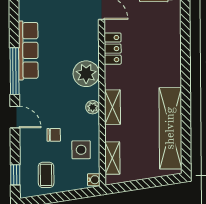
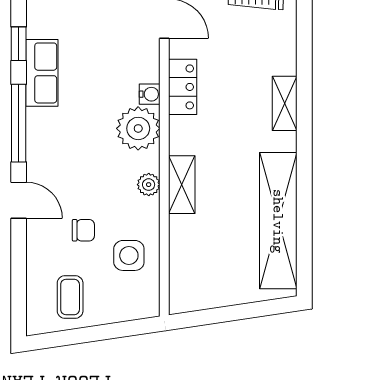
row of seats: (28, 50) -> (42, 73), width x0.68
shelving: (112, 158) -> (285, 103), moved
window: (15, 175) -> (19, 44), moved
water cooler: (94, 180) -> (150, 94), moved

